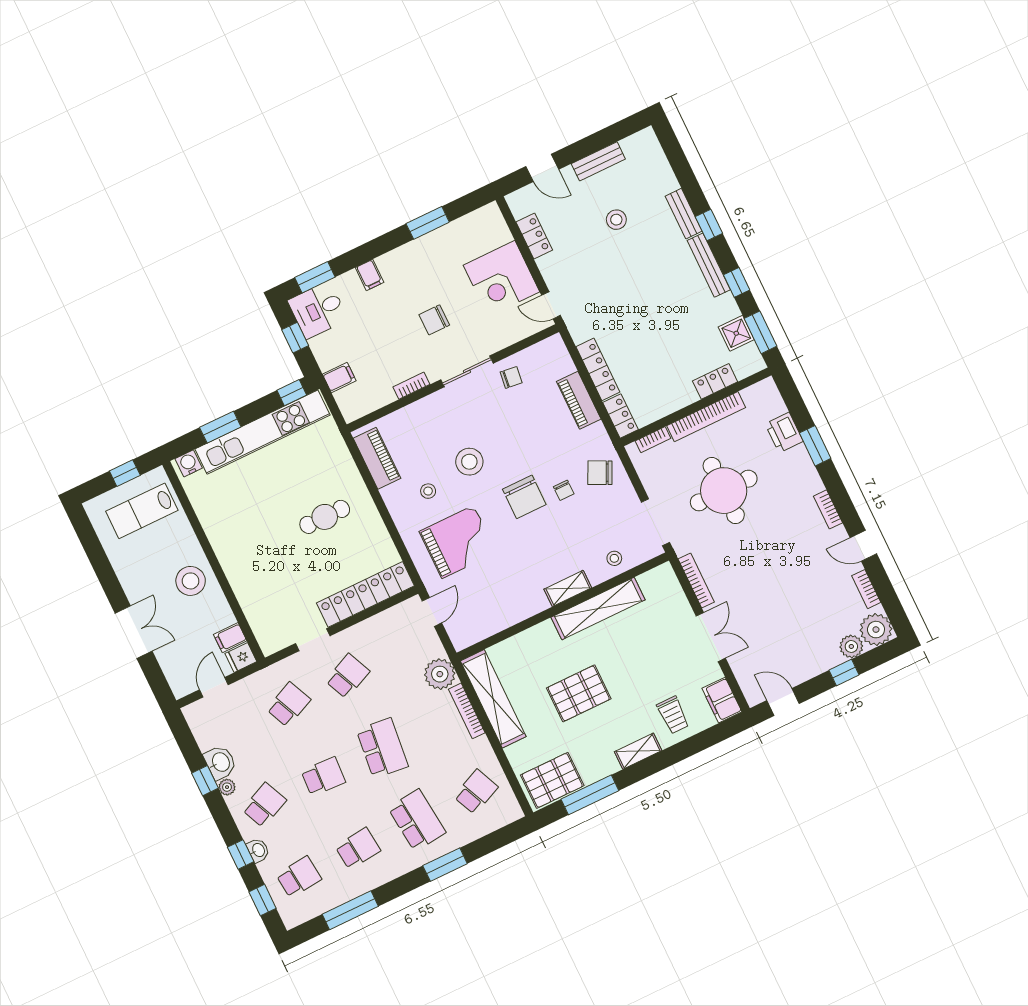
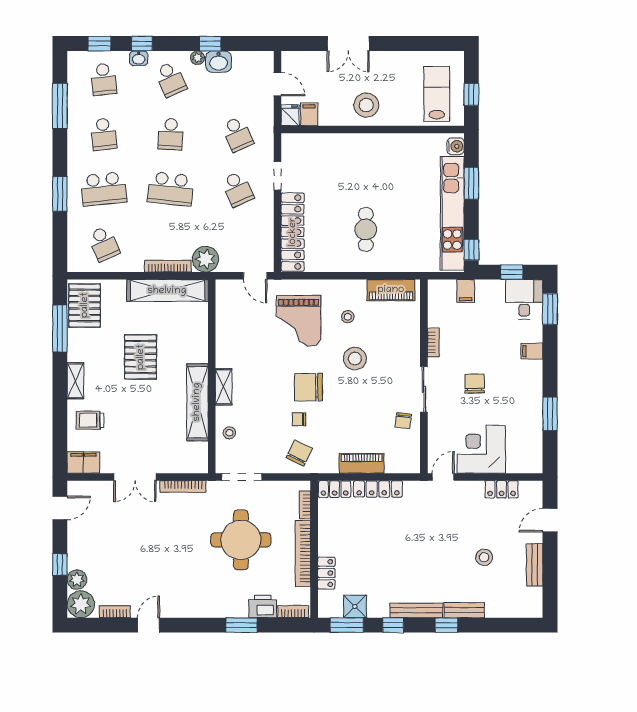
bookcase: (828, 509) -> (293, 612), moved

